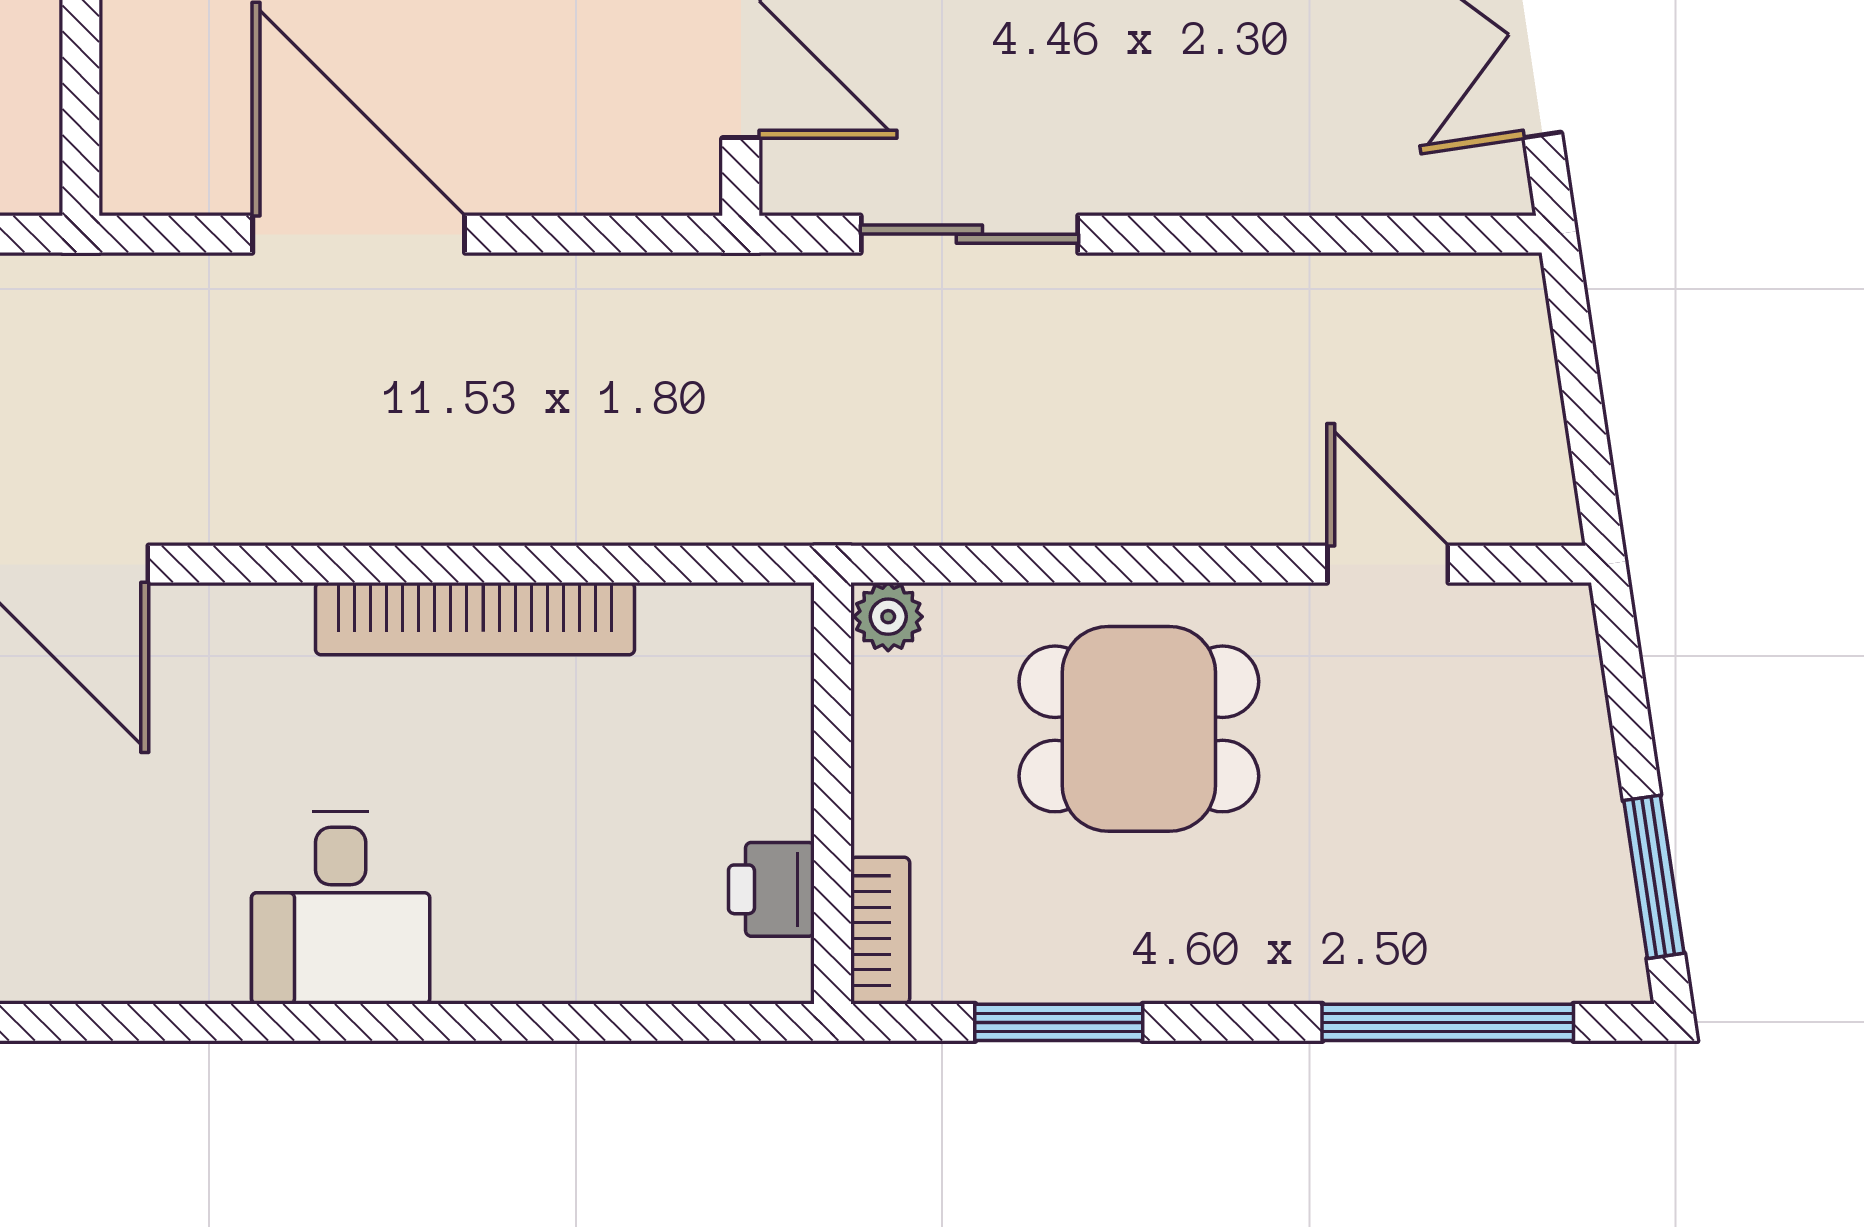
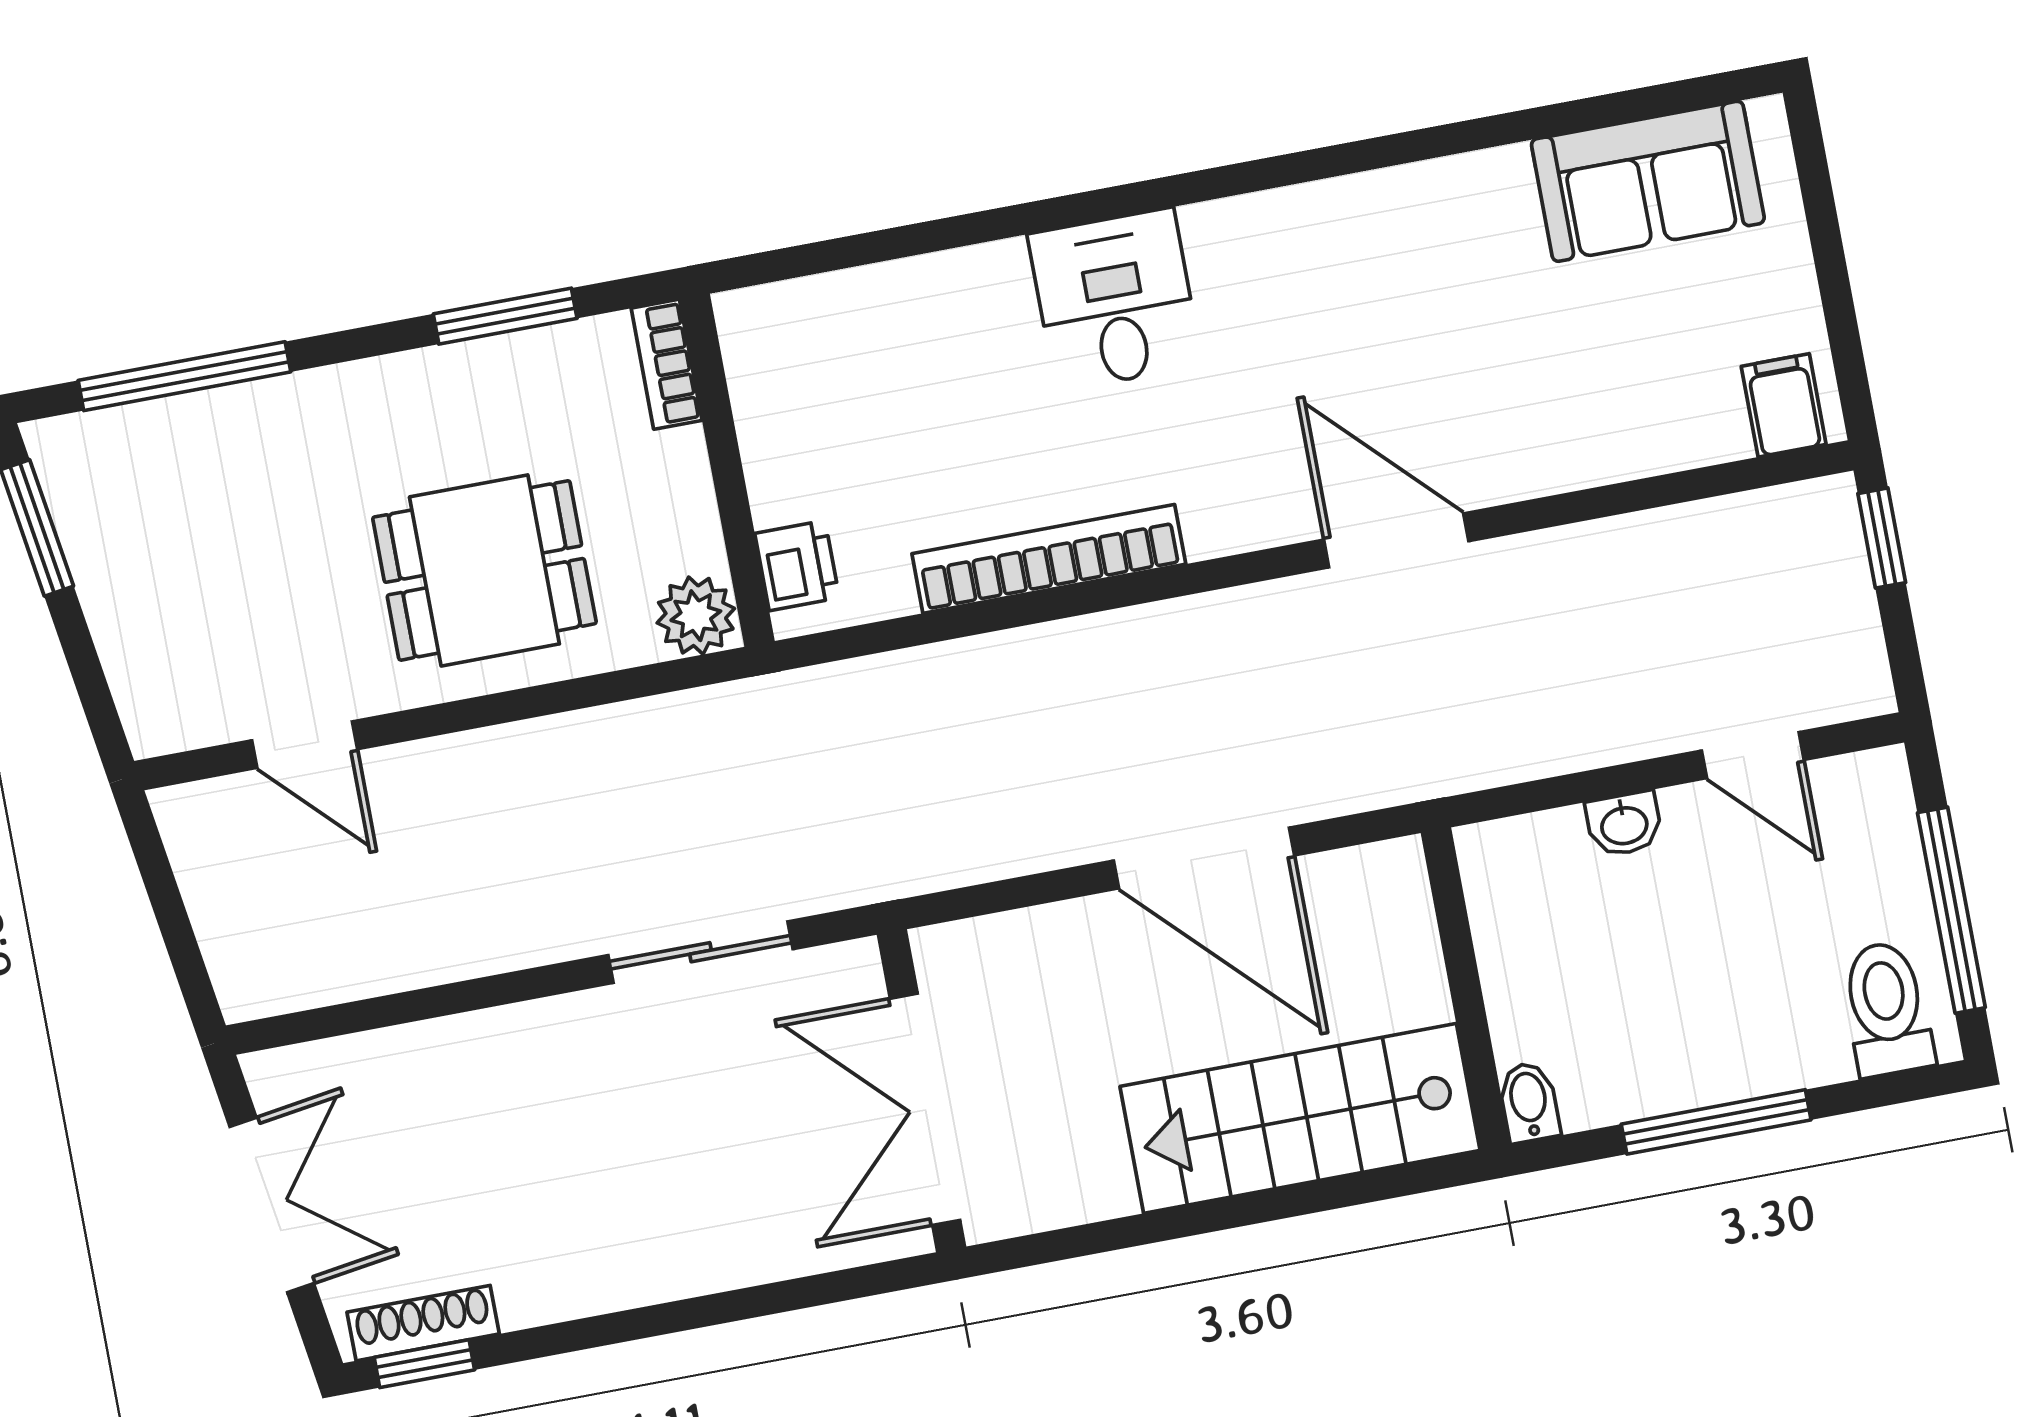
plant: (888, 617) -> (696, 616), width x1.38, depth x1.38
printer: (771, 889) -> (797, 566), moved

